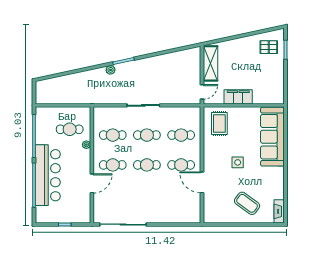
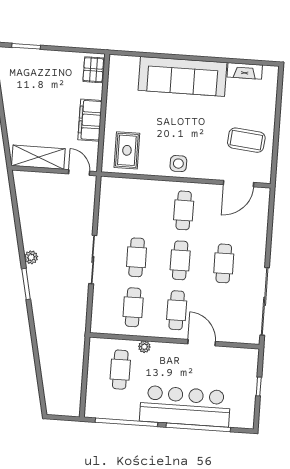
pallet: (269, 47) -> (93, 70), moved
plant: (111, 70) -> (31, 257), moved
rug: (219, 123) -> (127, 150), turned 90
cafe table: (181, 135) -> (224, 263), moved
sofa: (272, 137) -> (182, 76), moved
side table: (238, 162) -> (178, 164), moved
door: (202, 182) -> (239, 184), moved
coffee table: (247, 203) -> (246, 140), moved, turned 60
fireplace: (279, 211) -> (245, 71), moved

